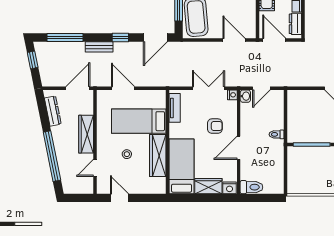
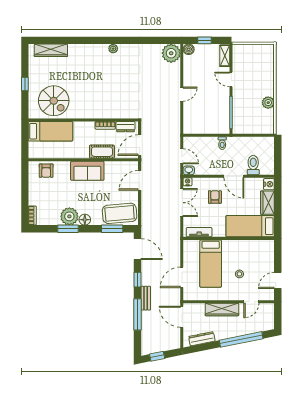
window: (65, 38) -> (138, 314), moved
double door: (209, 88) -> (182, 203), swing flipped
wardrobe: (158, 156) -> (241, 247), removed
door: (95, 168) -> (251, 302), hinge flipped
toilet: (251, 187) -> (253, 165), moved
plant: (323, 187) -> (268, 103), added

